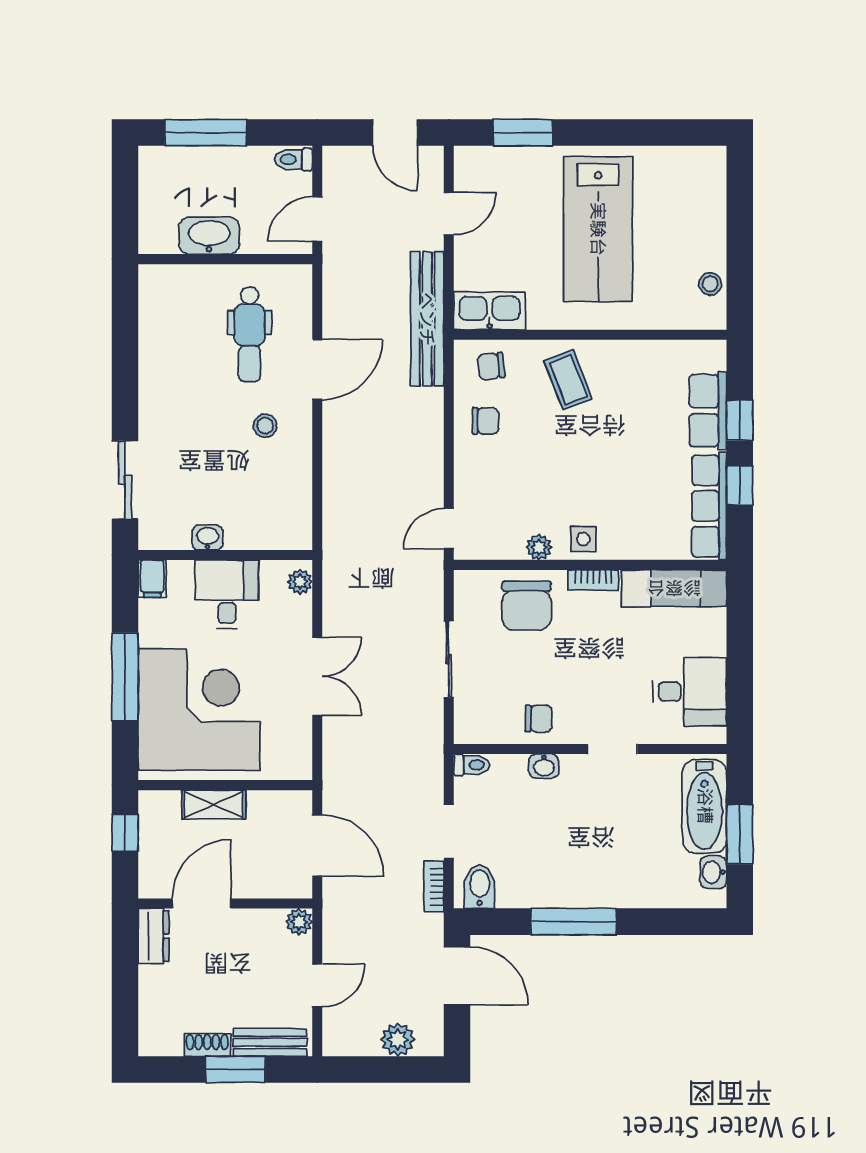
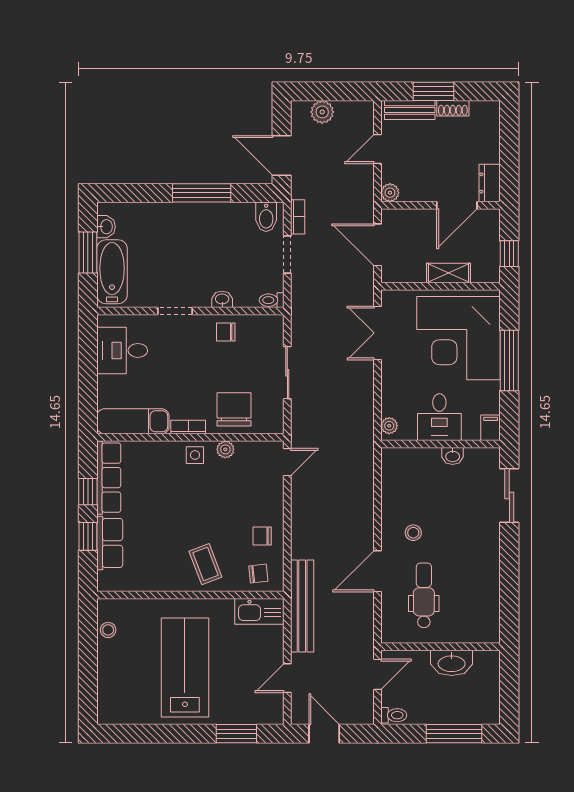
double door: (317, 676) -> (377, 333), moved

